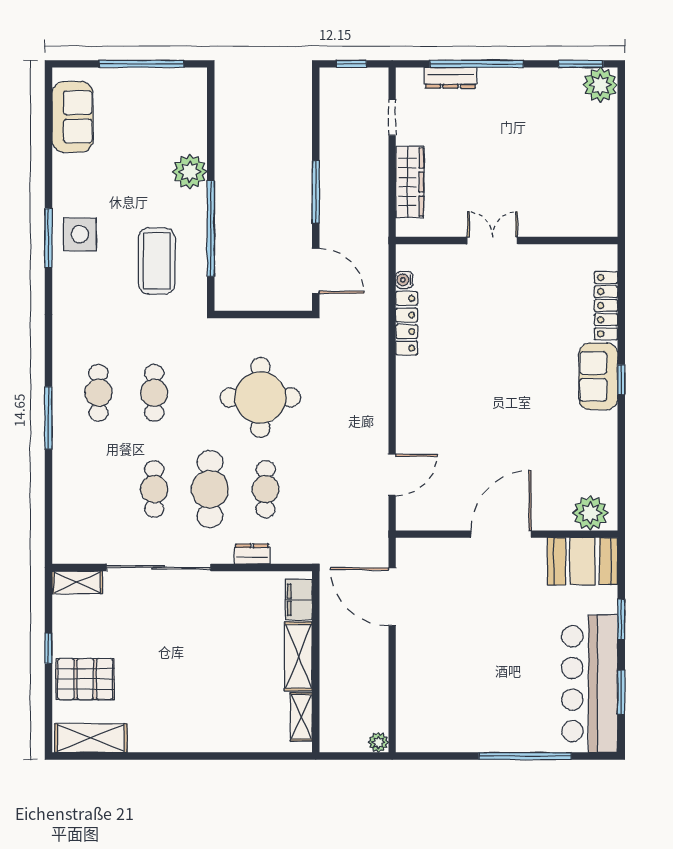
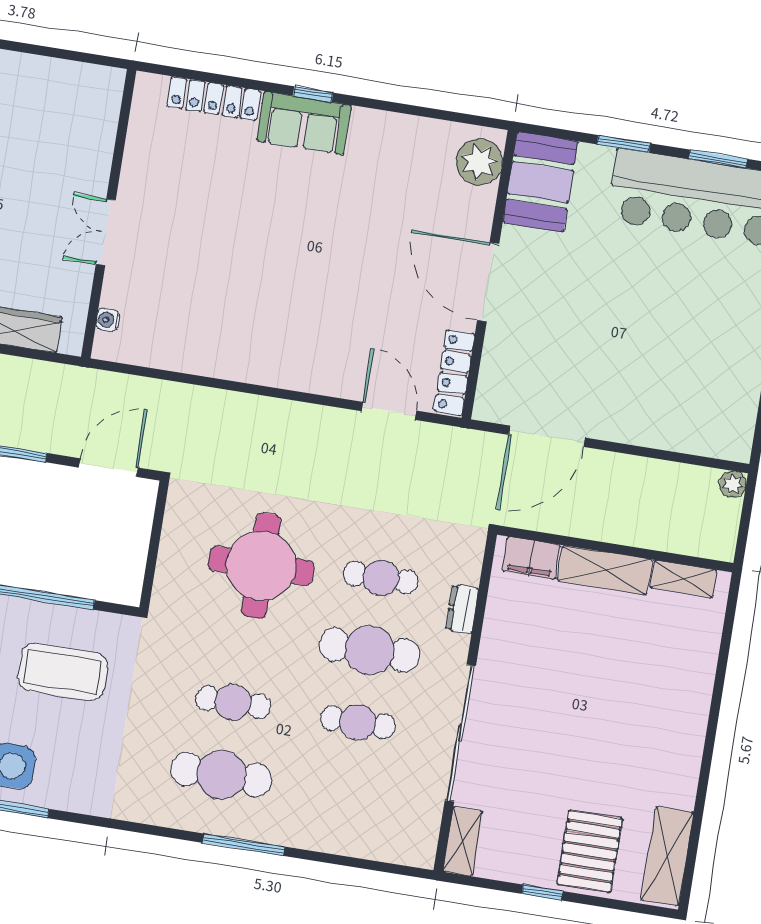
water cooler: (404, 280) -> (108, 320), moved, turned 90
locker: (407, 323) -> (454, 373), moved, turned -90
cafe table: (99, 393) -> (221, 775), width x1.37, depth x1.35

